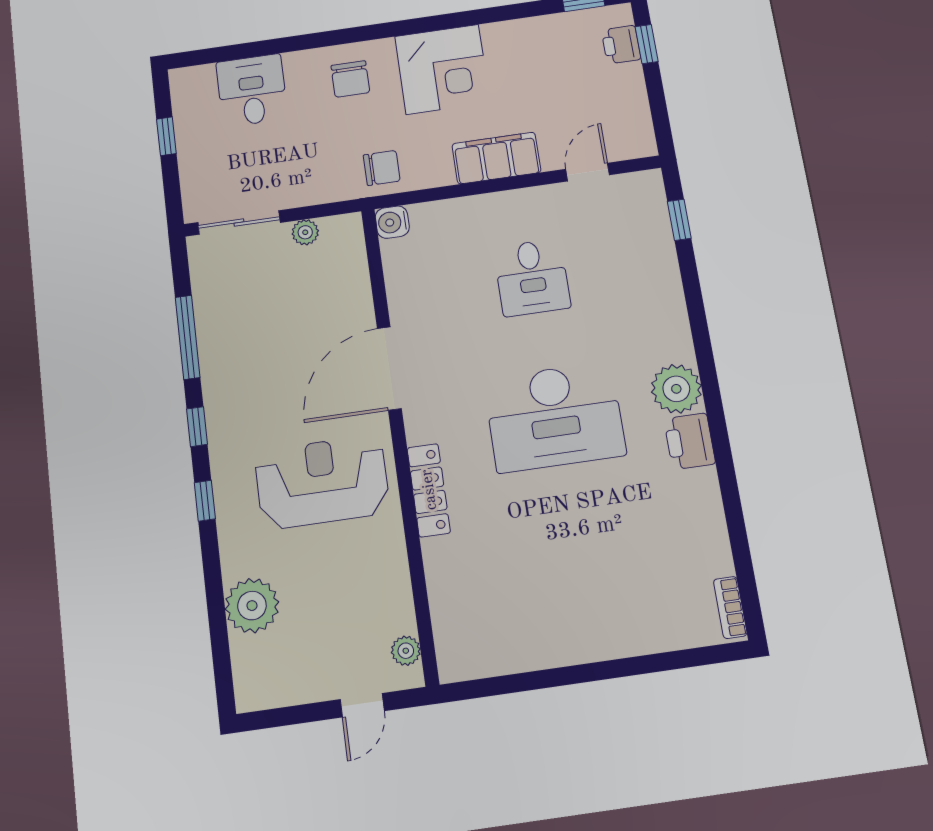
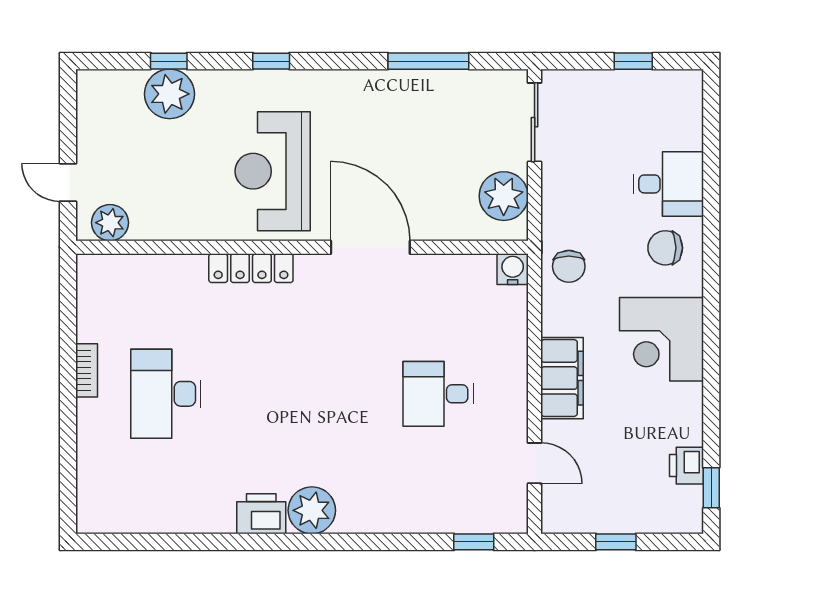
window: (647, 44) -> (616, 542), moved
printer: (621, 45) -> (686, 466), moved, turned -90
desk: (252, 90) -> (668, 184), moved
plant: (305, 232) -> (504, 196), width x1.88, depth x1.88
desk: (554, 417) -> (166, 394), moved, width x0.73, depth x0.77
window: (197, 427) -> (169, 61), moved
reception desk: (322, 482) -> (273, 171), turned 180
bookcase: (730, 607) -> (87, 370), moved, turned 90
plant: (406, 651) -> (110, 223), width x1.38, depth x1.38

